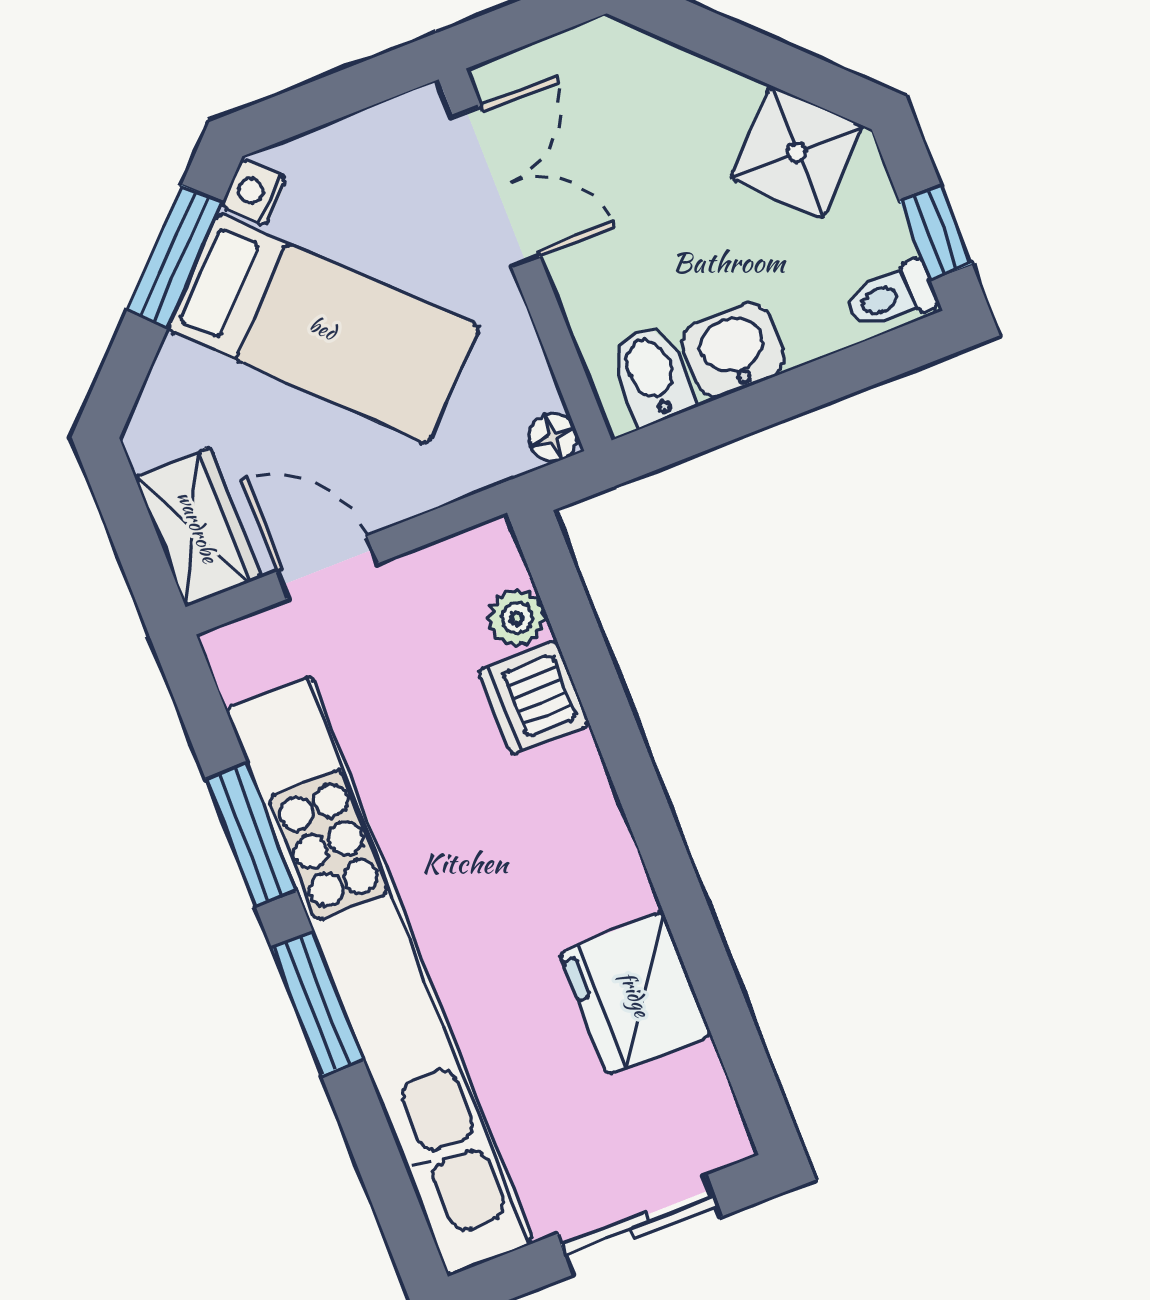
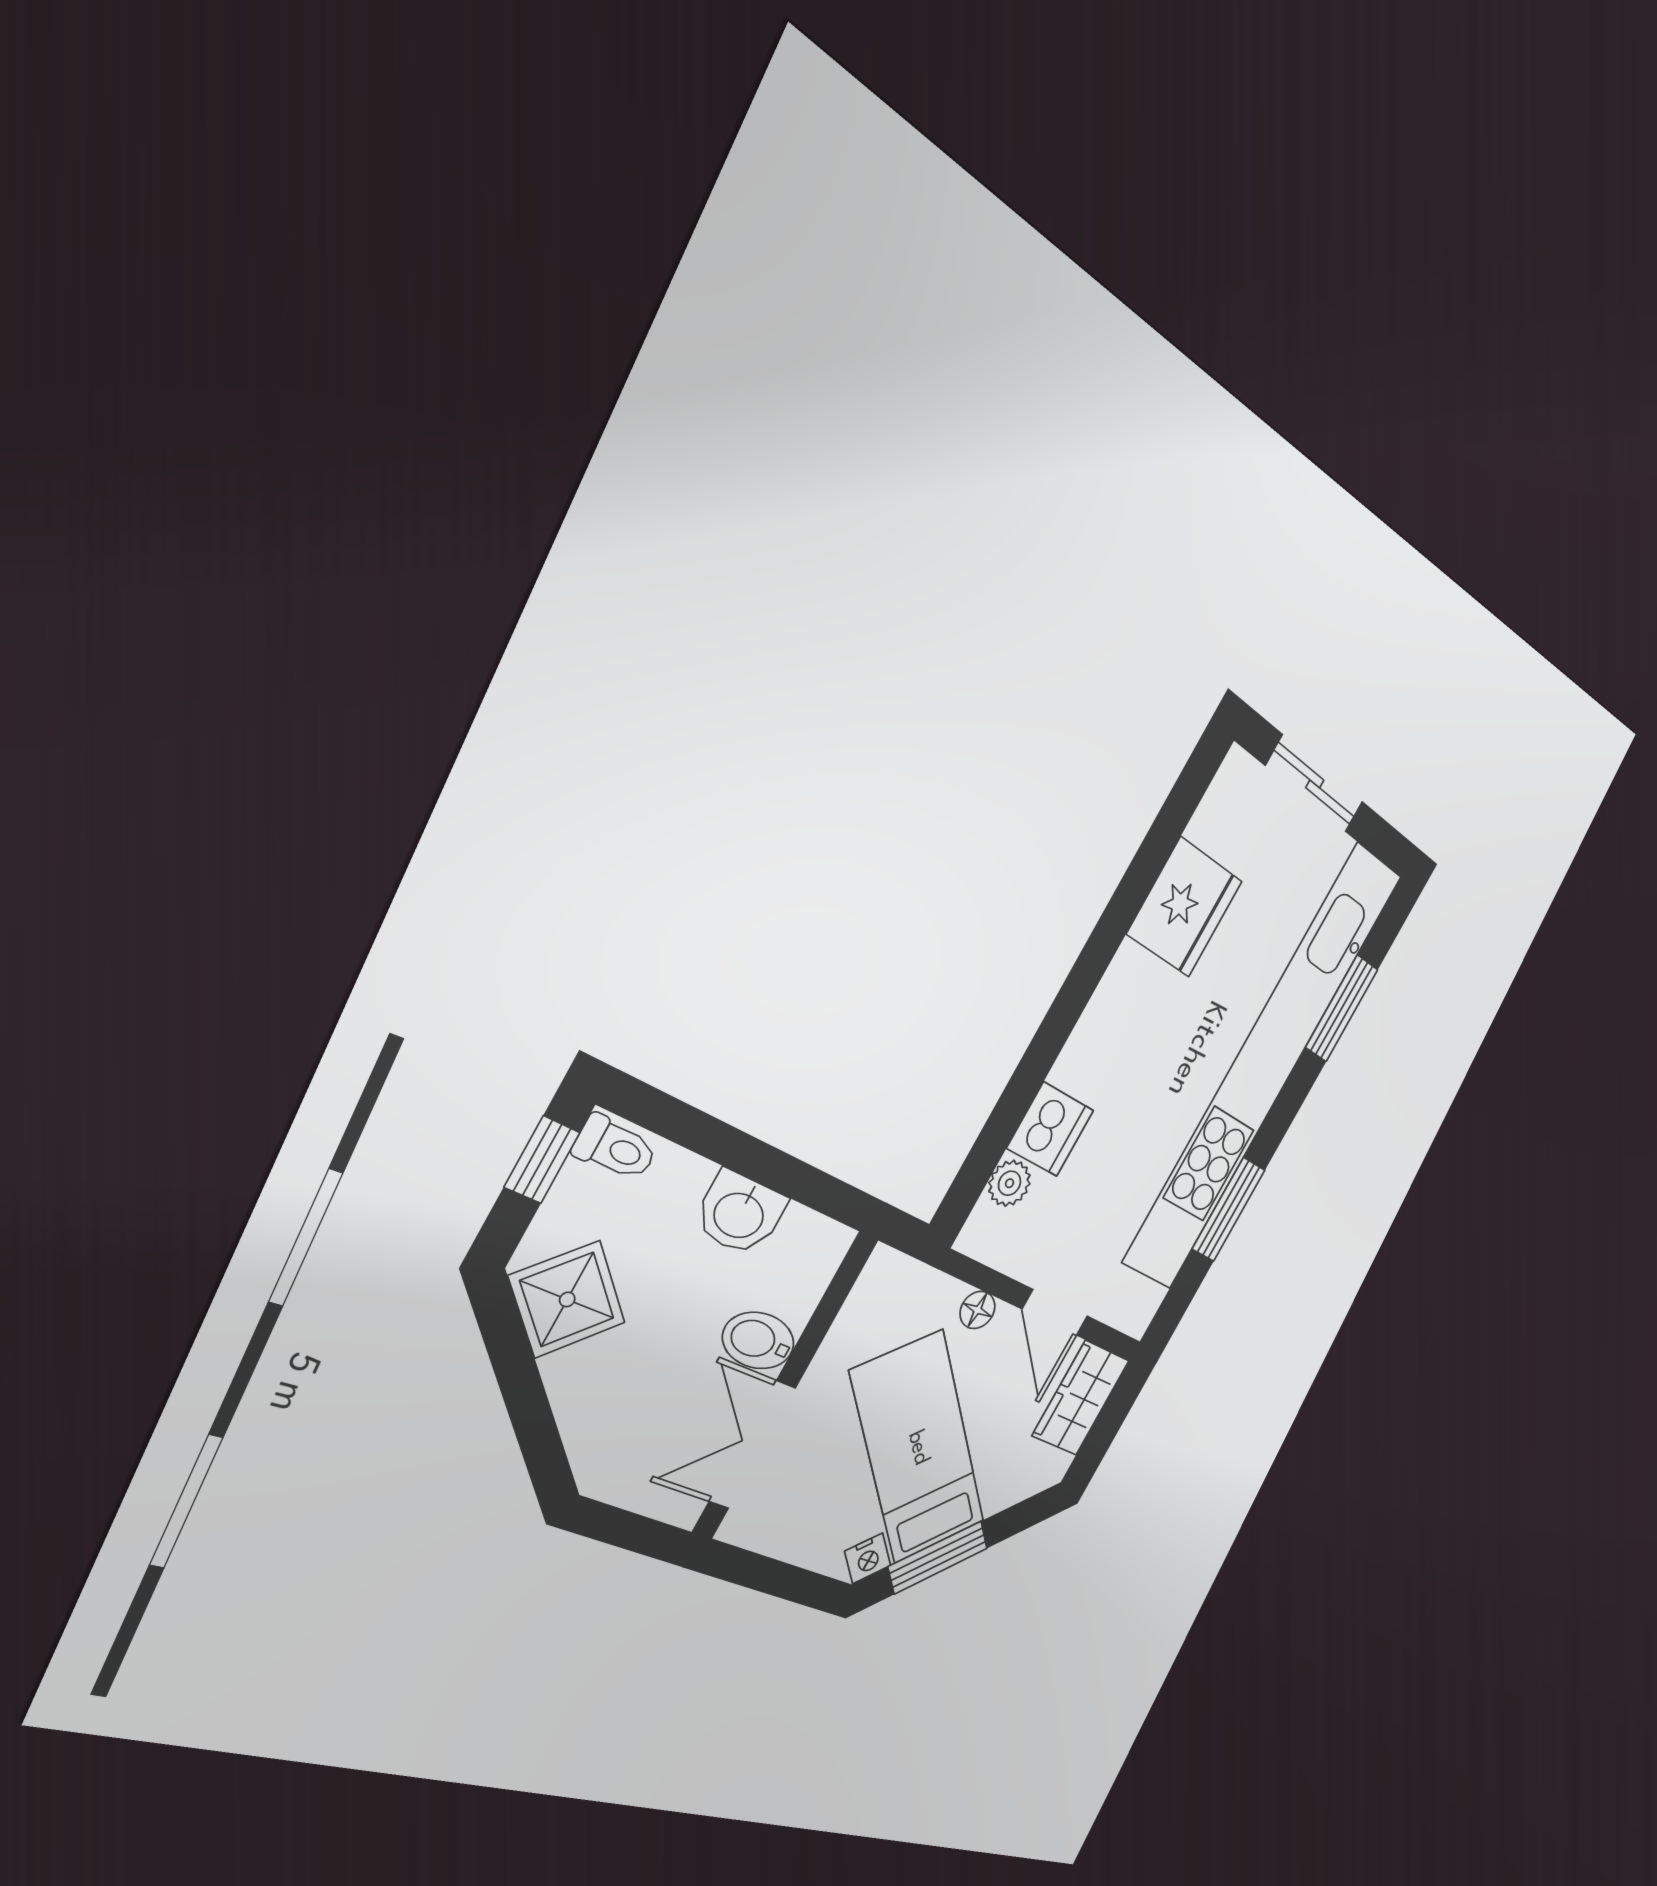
bidet: (652, 375) -> (758, 1341), moved, turned 90
floor lamp: (553, 437) -> (977, 1310), moved
window: (317, 1003) -> (1342, 1008), moved

